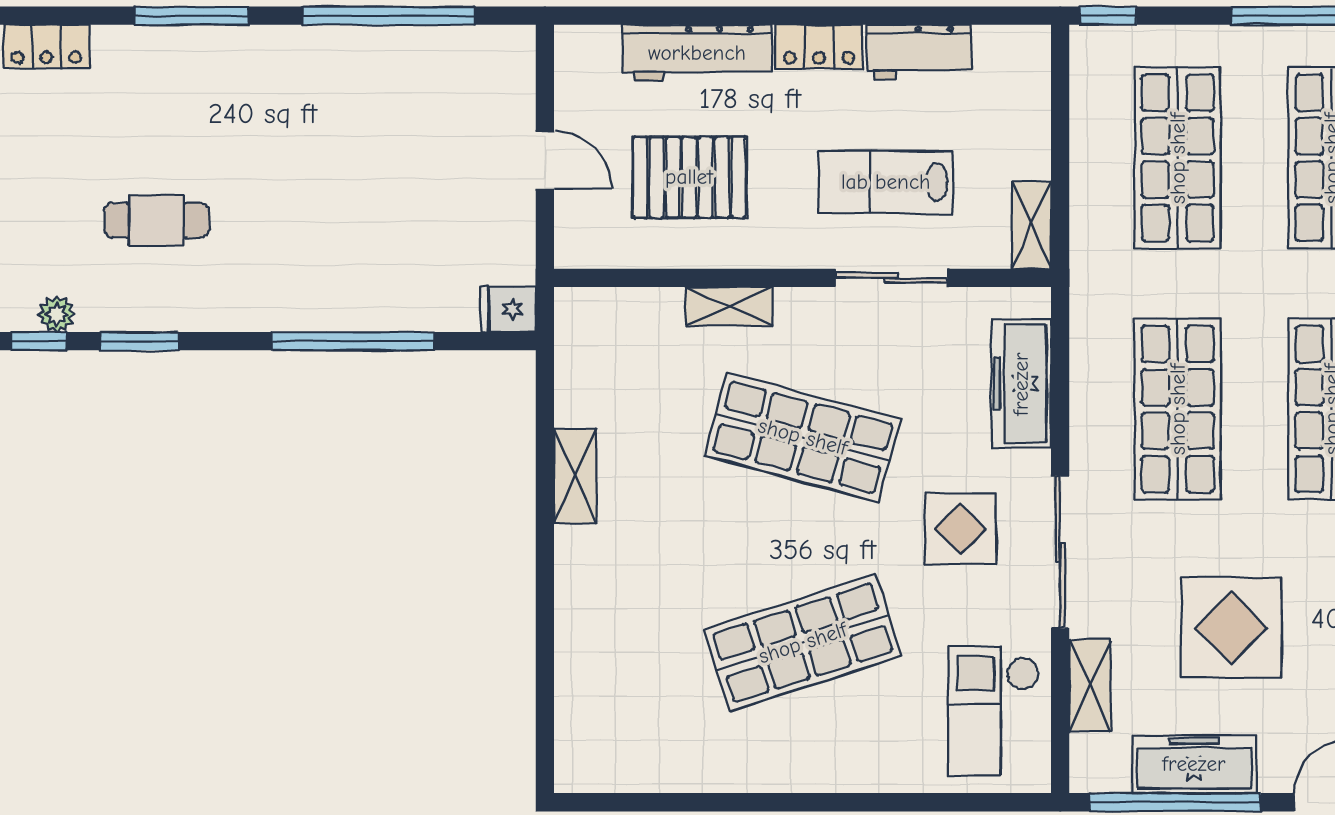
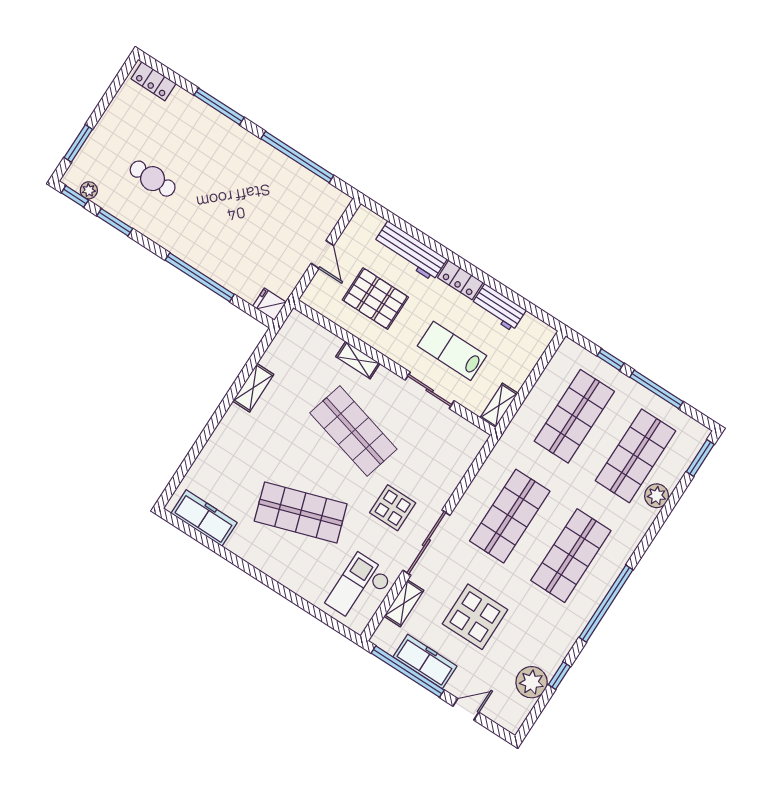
window: (1108, 16) -> (611, 360), moved
freezer: (1021, 384) -> (204, 518), moved, turned 90

